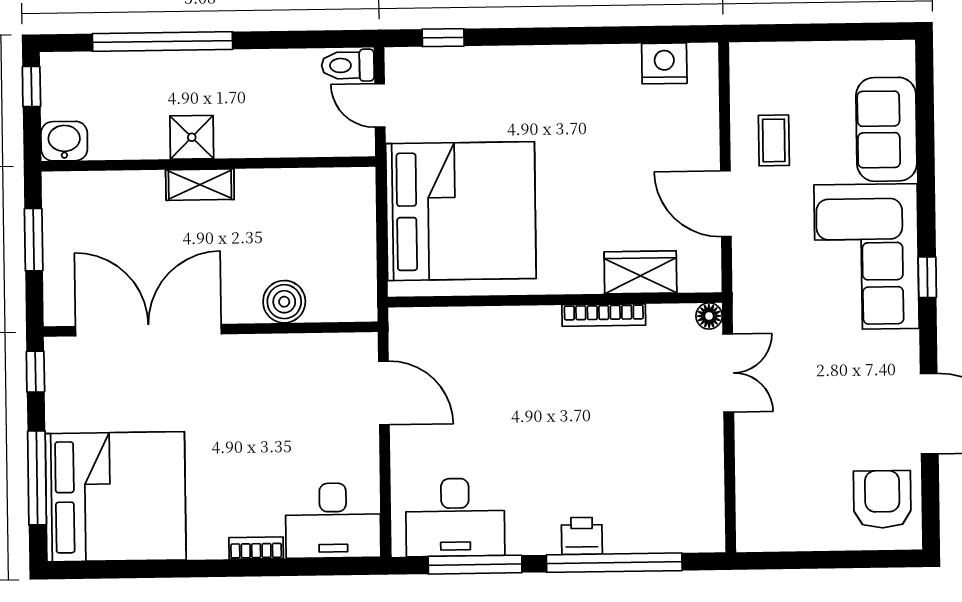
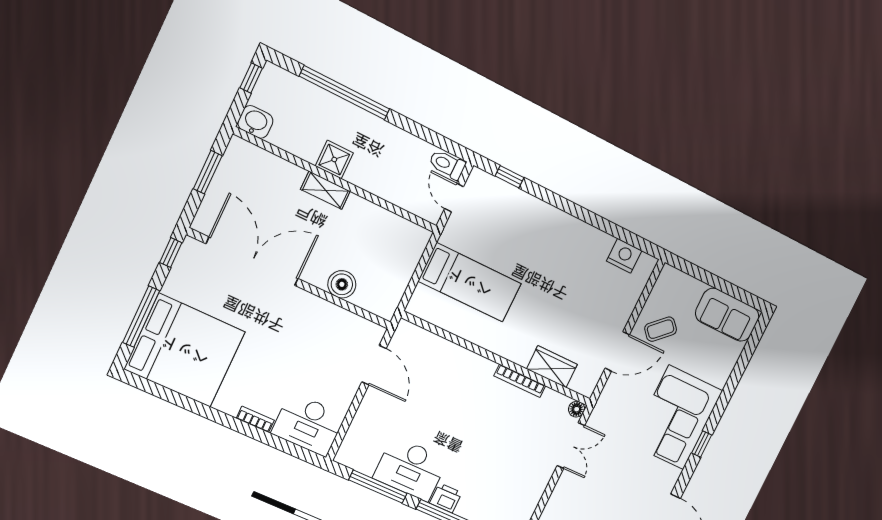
sofa: (886, 129) -> (727, 315), moved, turned -90
coffee table: (774, 140) -> (661, 329), turned 47
door: (726, 204) -> (617, 351), swing flipped
bed: (461, 211) -> (470, 282), width x0.49
desk: (455, 517) -> (411, 469), moved

